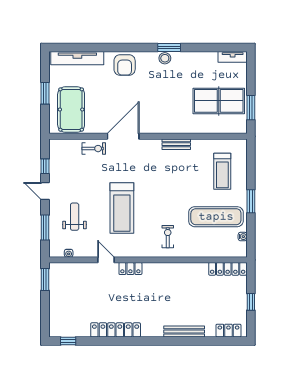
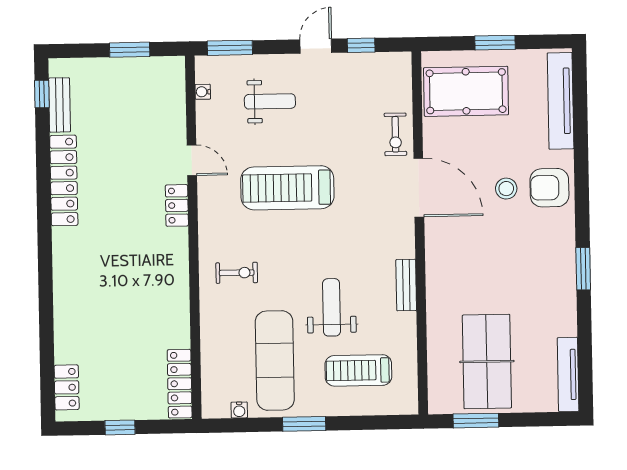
tv unit: (233, 57) -> (568, 375), width x1.41
stool: (165, 58) -> (506, 189), moved
weight bench: (188, 185) -> (332, 307), added
window: (45, 227) -> (230, 48), moved
door: (106, 260) -> (192, 160), hinge flipped
window: (45, 280) -> (130, 50), moved
bench: (184, 331) -> (60, 105), moved, width x0.73

